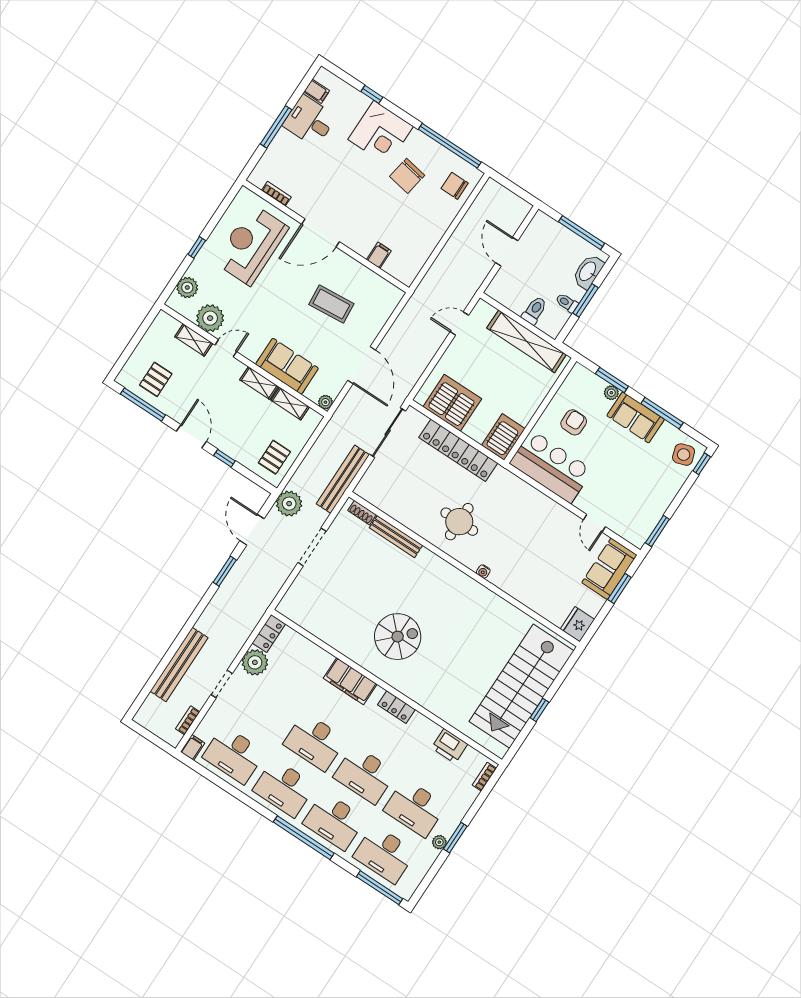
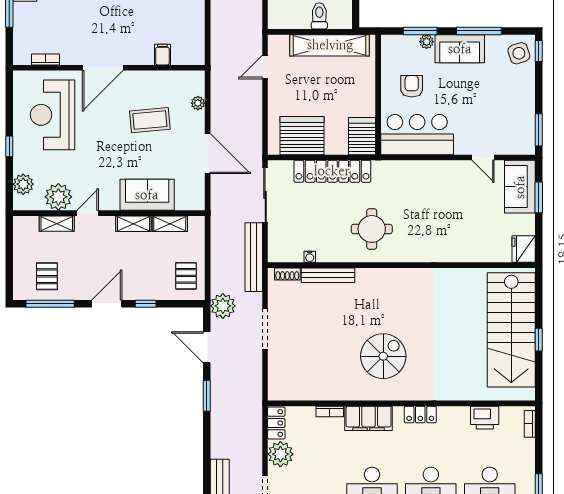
plant: (325, 402) -> (198, 103), moved
door: (191, 436) -> (107, 304), hinge flipped
water cooler: (483, 571) -> (310, 257), moved
bookcase: (321, 654) -> (330, 411), added

